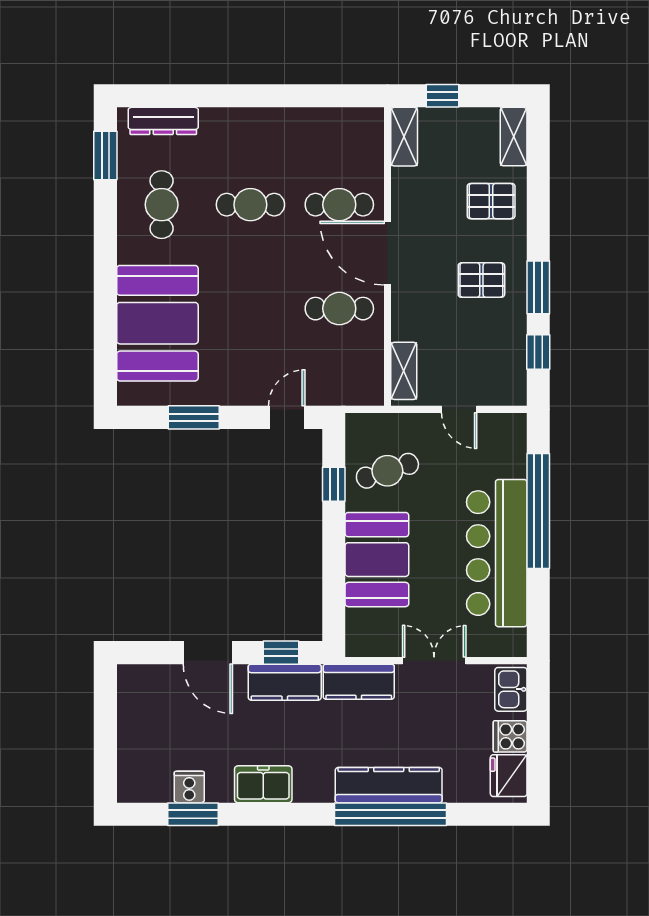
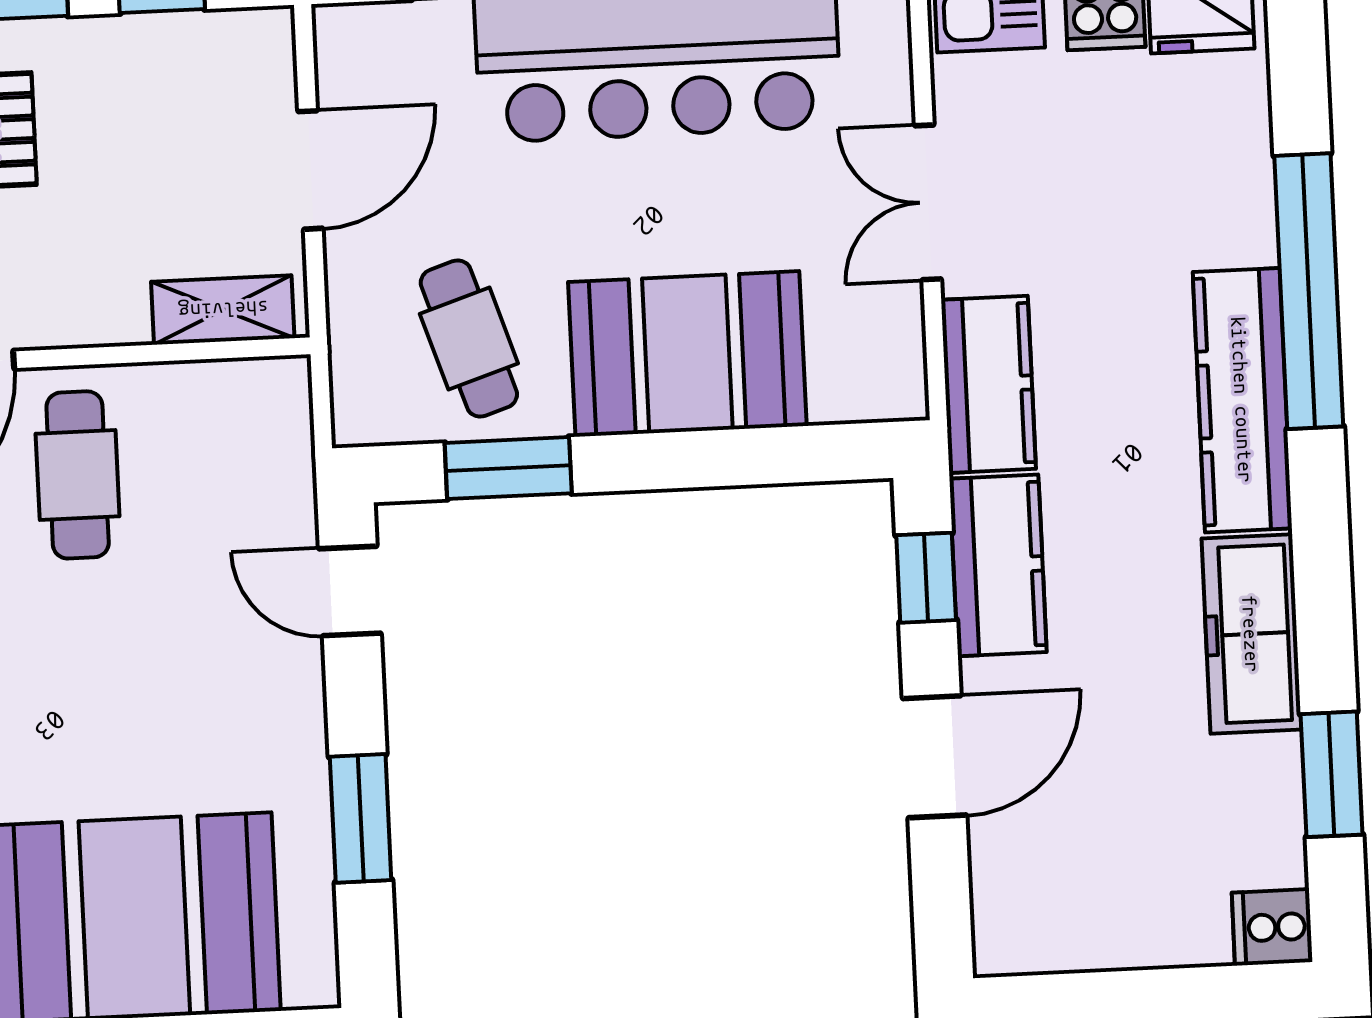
door: (459, 409) -> (310, 170), width x1.37
window: (334, 484) -> (508, 468), width x1.50
freezer: (263, 784) -> (1251, 634), width x1.40
kitchen counter: (389, 785) -> (1242, 400), moved
cooker: (189, 787) -> (1272, 927), moved

